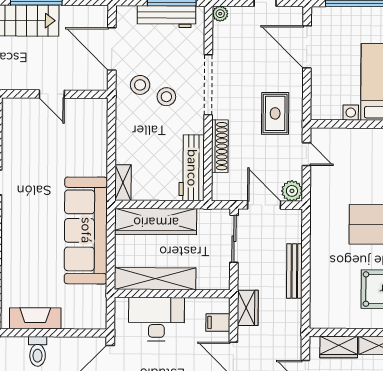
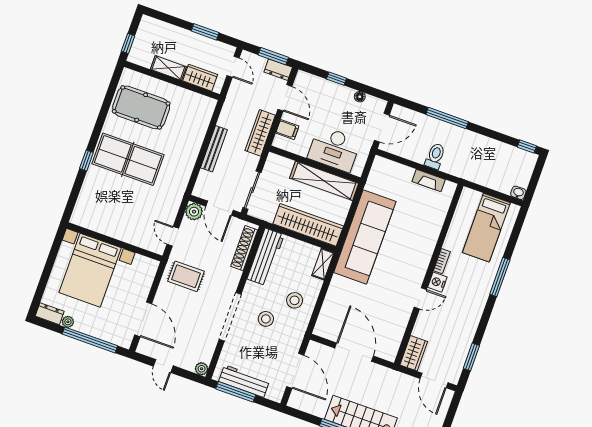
stool: (140, 85) -> (295, 300), moved
door: (52, 94) -> (354, 352), width x1.87
rug: (275, 113) -> (186, 276), turned 90
shoe rack: (220, 146) -> (244, 248), moved
wardrobe: (248, 308) -> (260, 133), width x1.50
fireplace: (35, 318) -> (429, 180), width x0.73, depth x0.76

